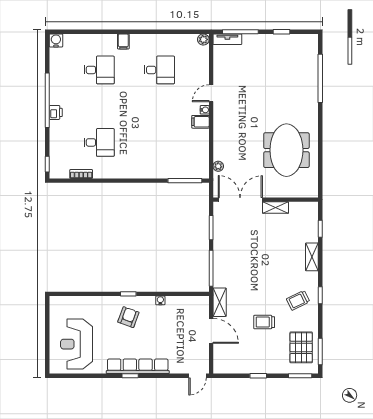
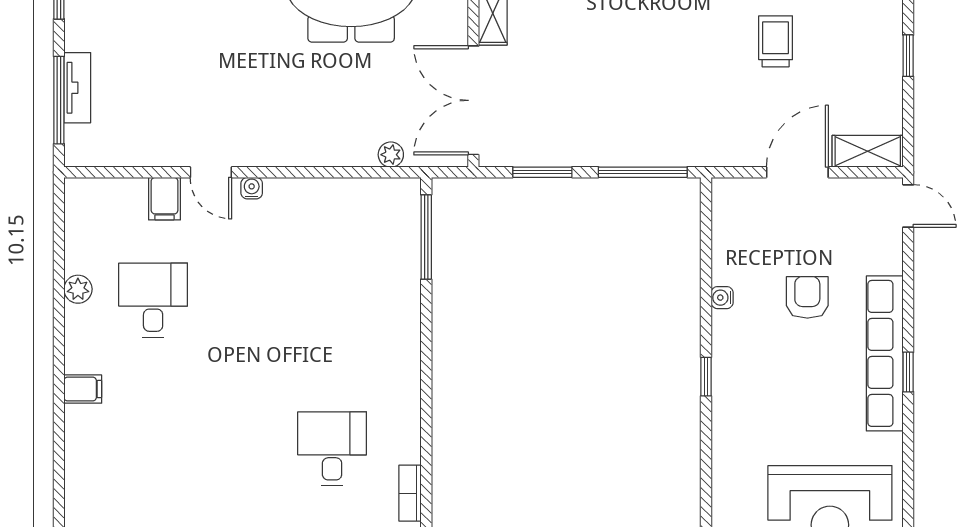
plant: (203, 39) -> (78, 289), moved
tv unit: (227, 39) -> (77, 88), moved
desk: (99, 70) -> (153, 449), removed
filing cabinet: (200, 122) -> (165, 199), moved
shelving: (220, 302) -> (868, 151), moved
armchair: (128, 317) -> (807, 297), moved, turned 70
trolley: (264, 322) -> (776, 41), turned 180

